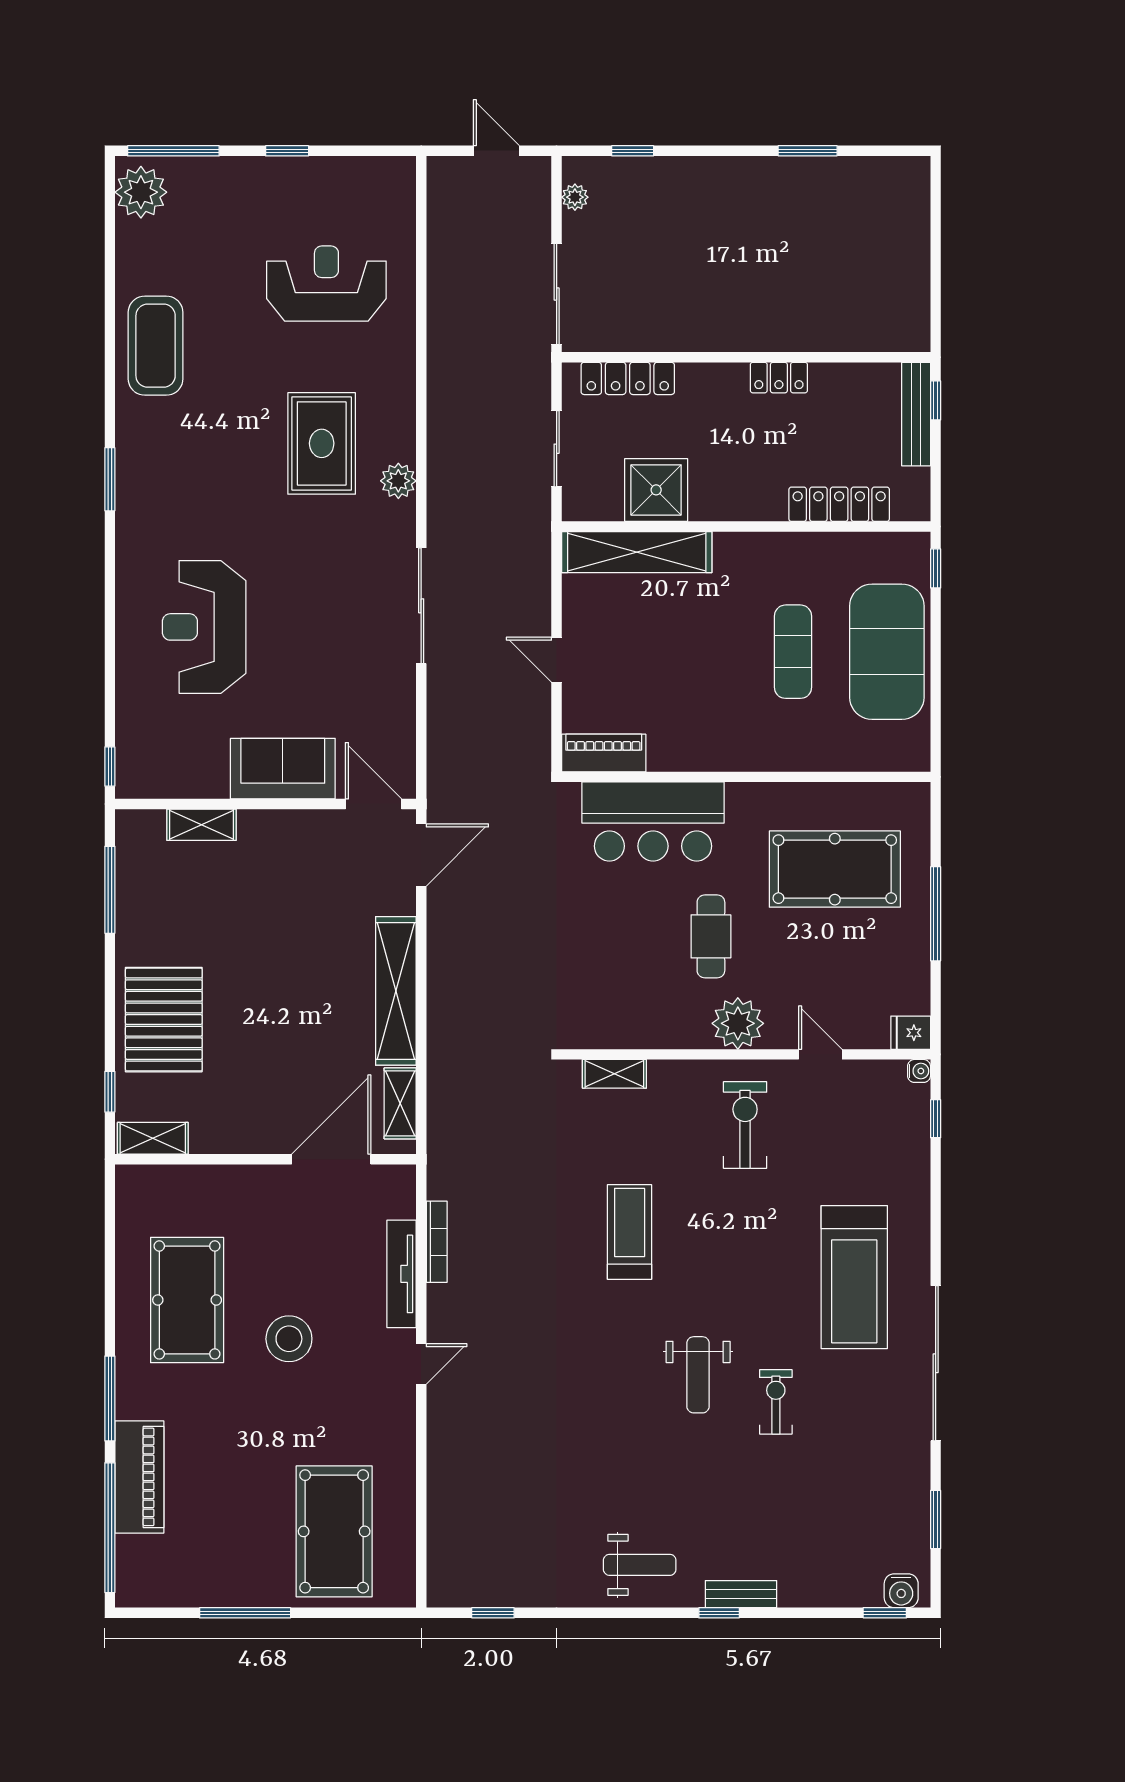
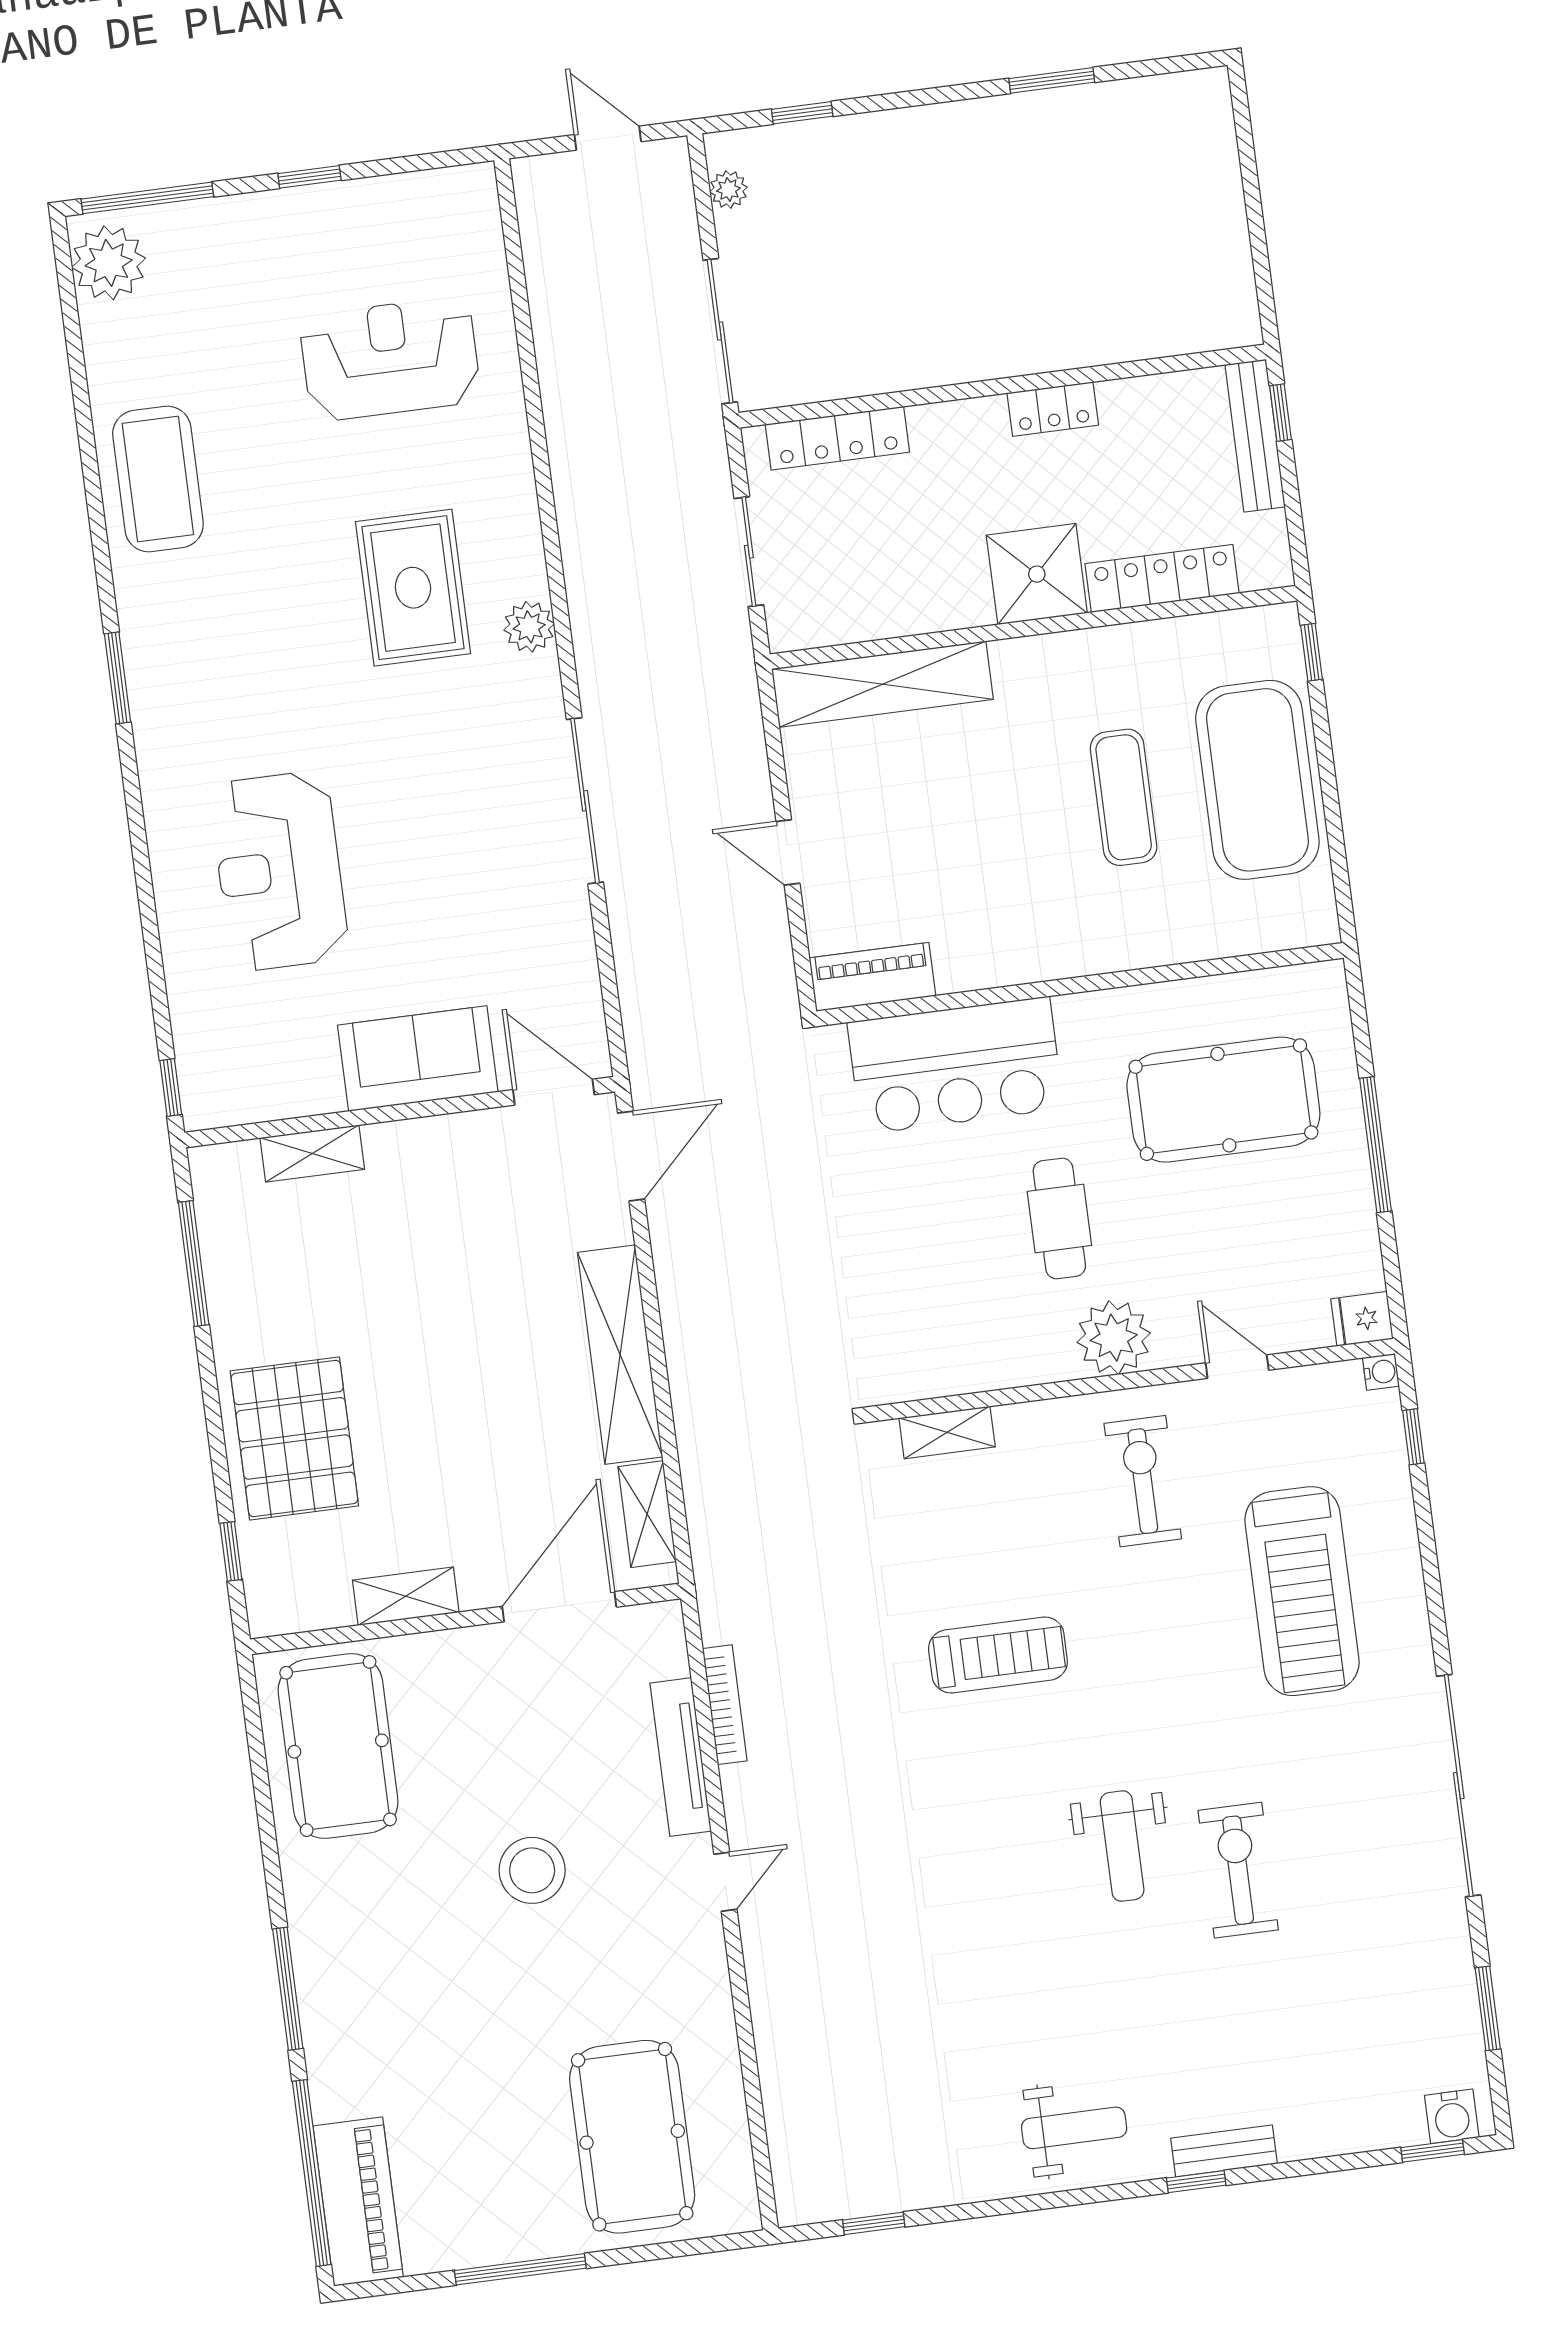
shower: (656, 490) -> (1037, 574), moved
shelving: (153, 1138) -> (406, 1596), moved
treadmill: (630, 1232) -> (998, 1655), turned 90
treadmill: (854, 1277) -> (1302, 1591), moved
pool table: (187, 1300) -> (338, 1746), moved
exercise bike: (776, 1402) -> (1238, 1870), width x1.38, depth x1.39
piano: (139, 1477) -> (358, 2202), moved

